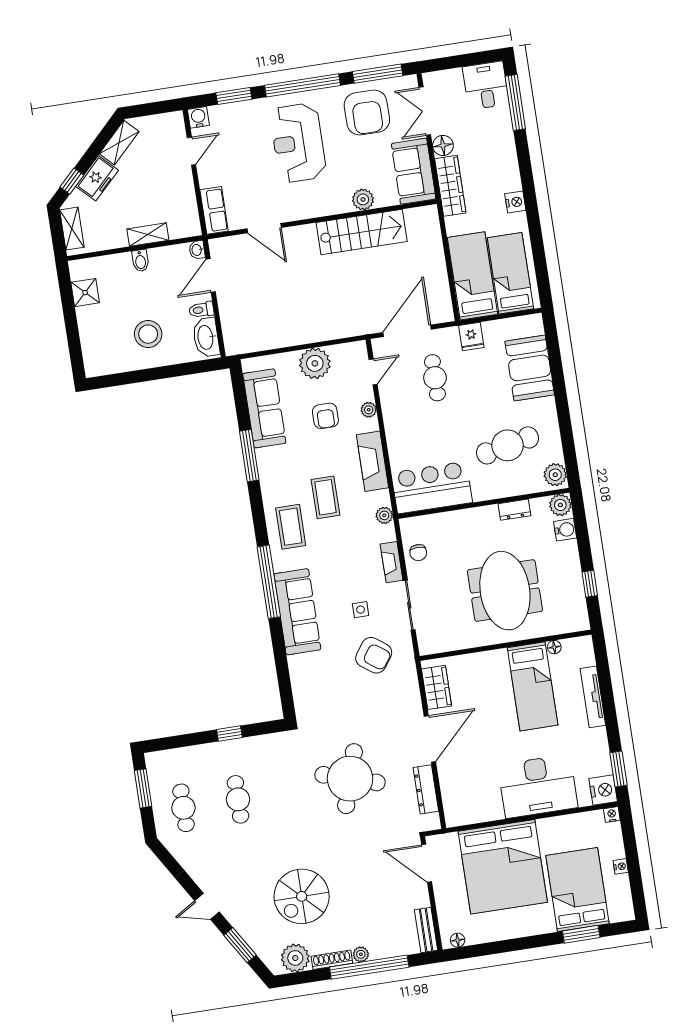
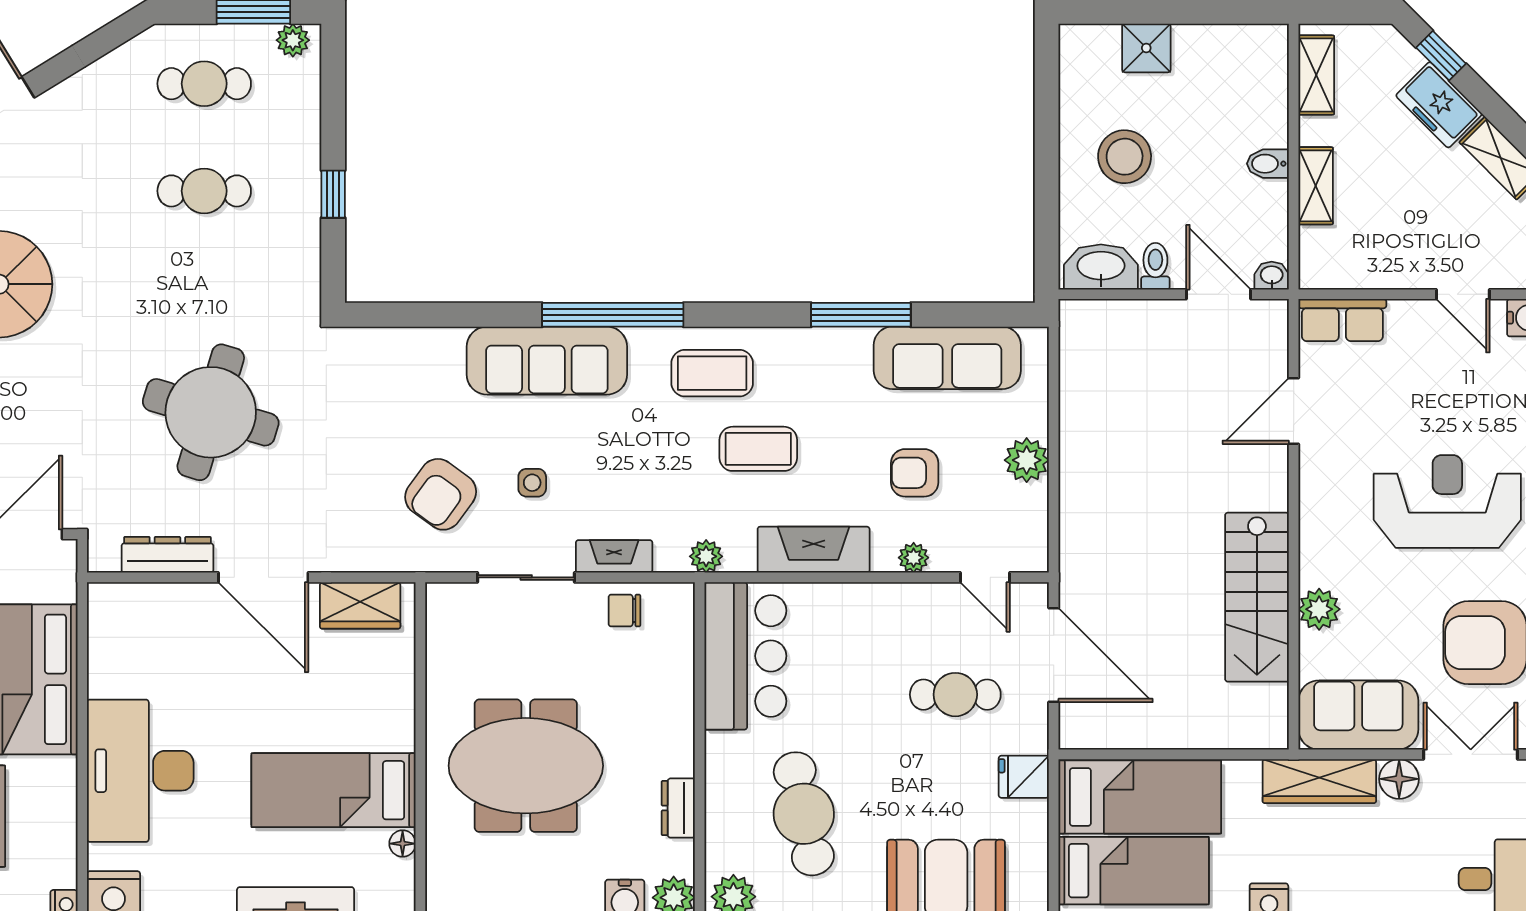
shelving: (72, 229) -> (1316, 75), moved, turned 90
shower: (85, 293) -> (1146, 48), moved
plant: (315, 363) -> (1027, 460), width x0.73, depth x0.73
plant: (154, 766) -> (293, 40), added

